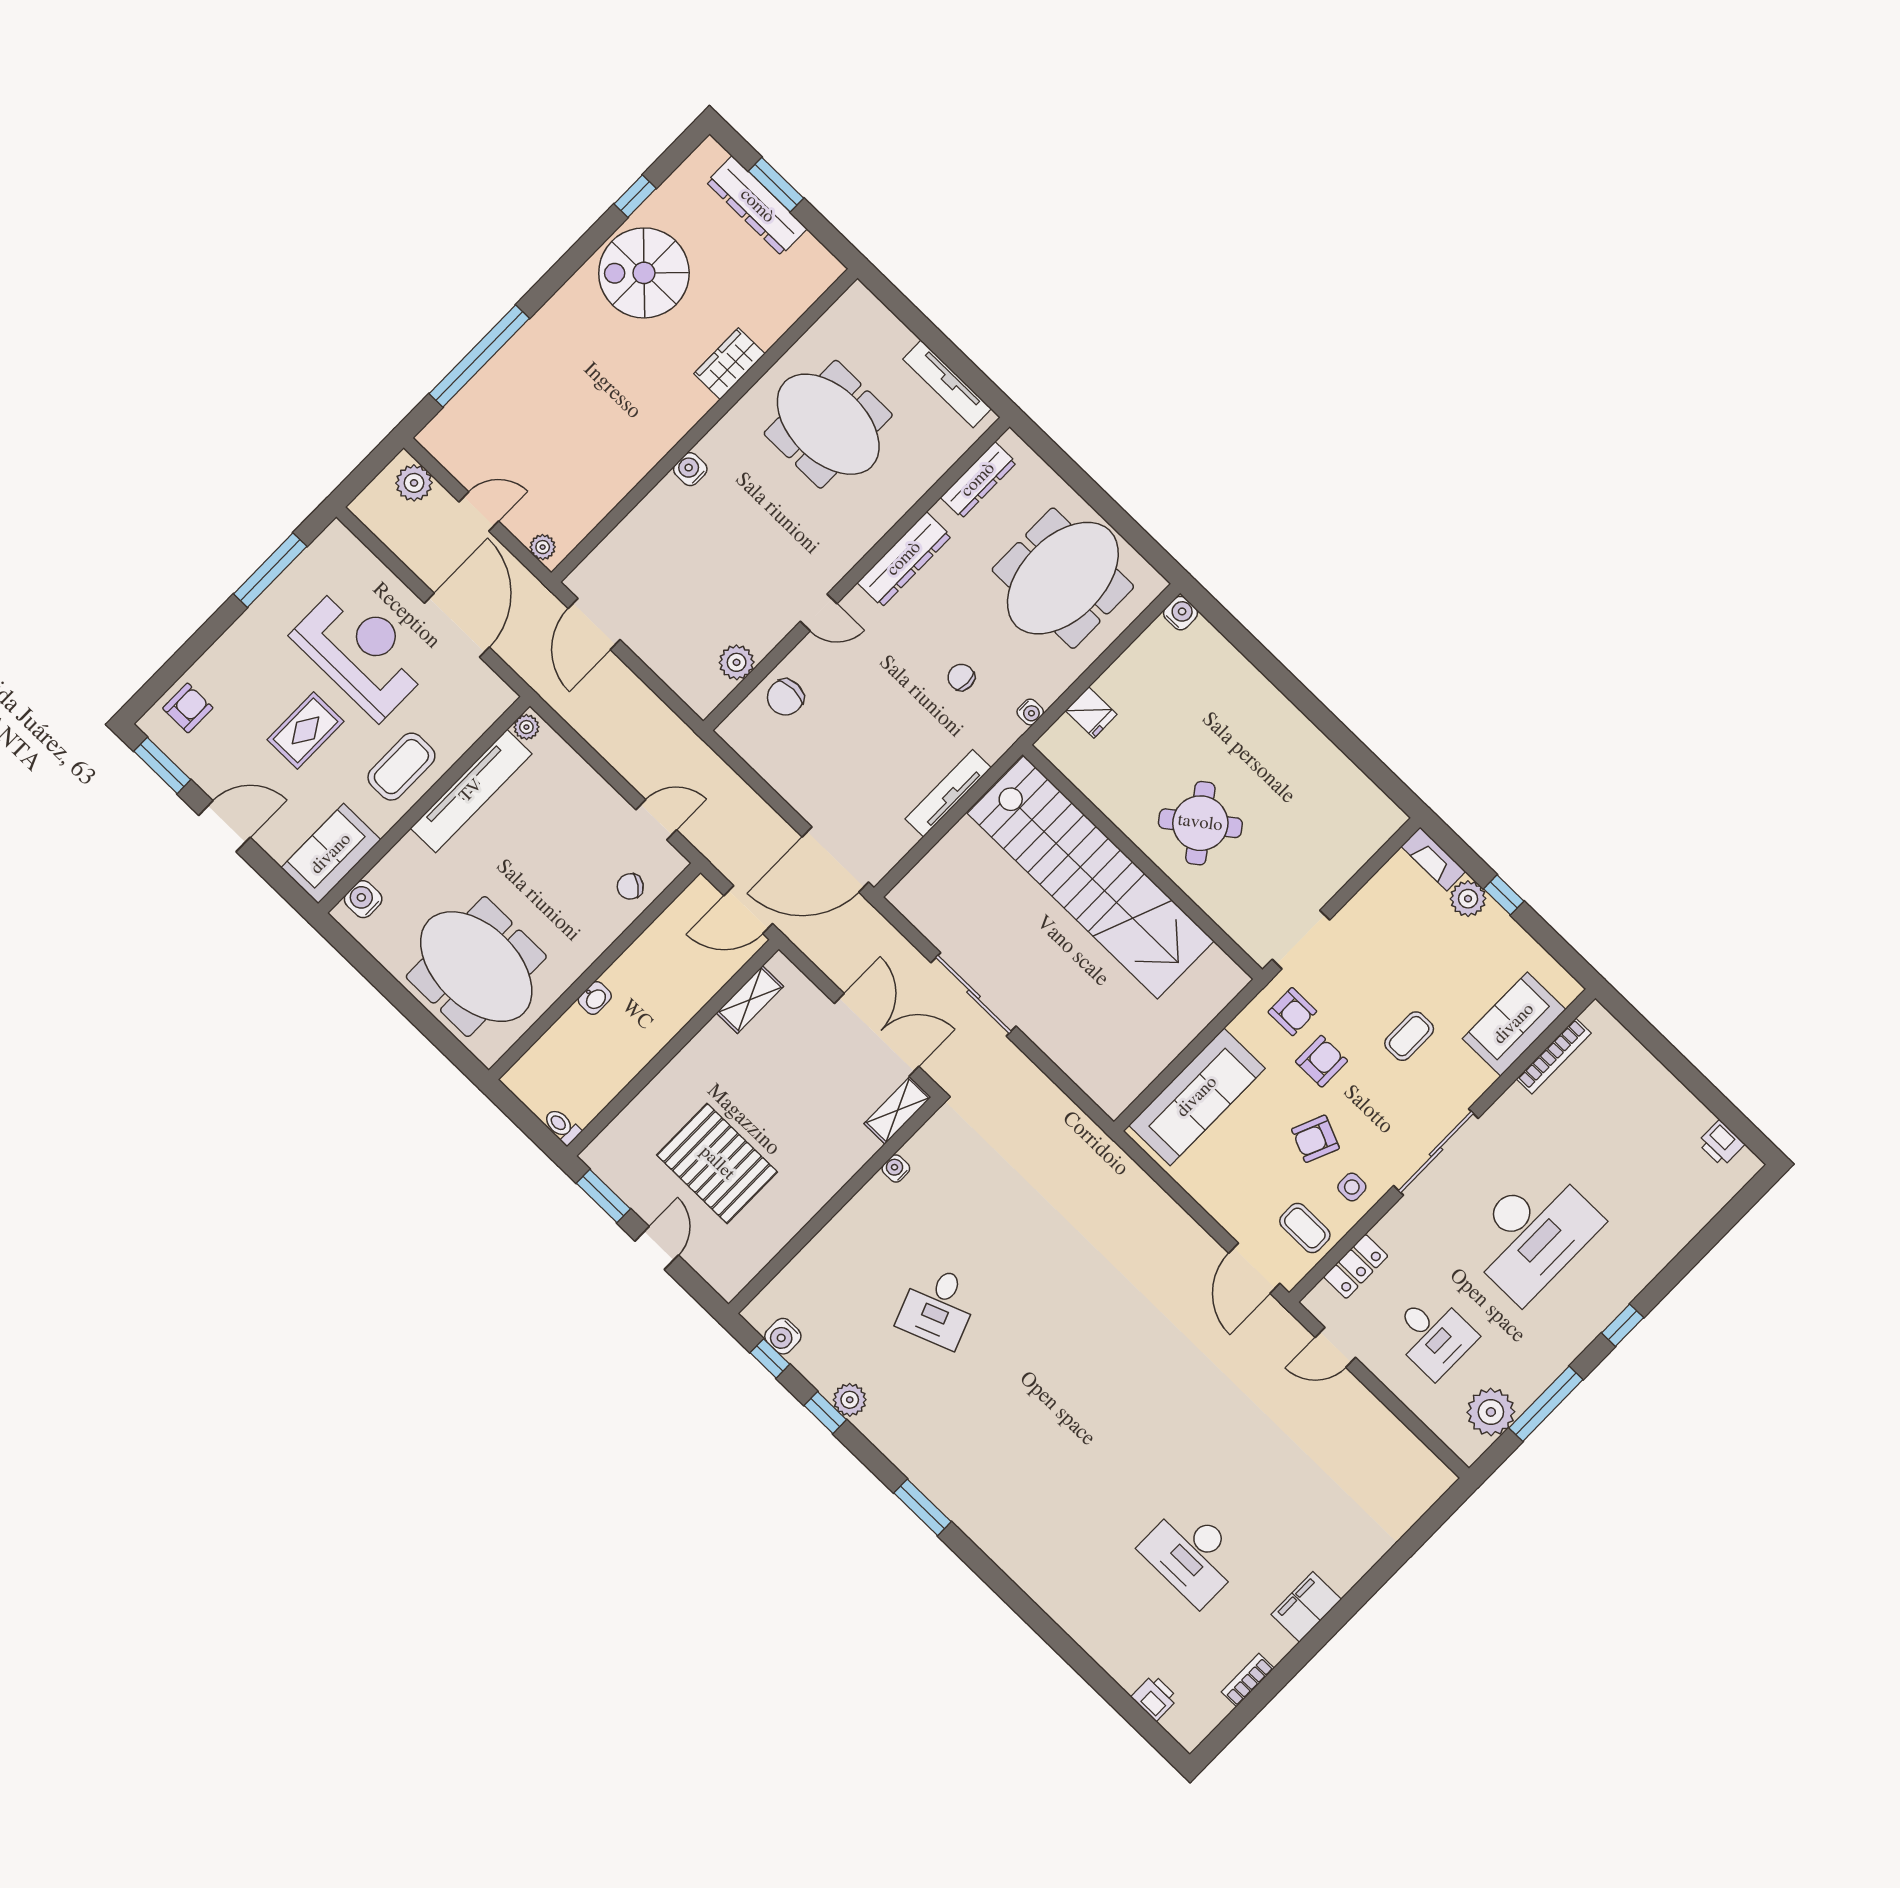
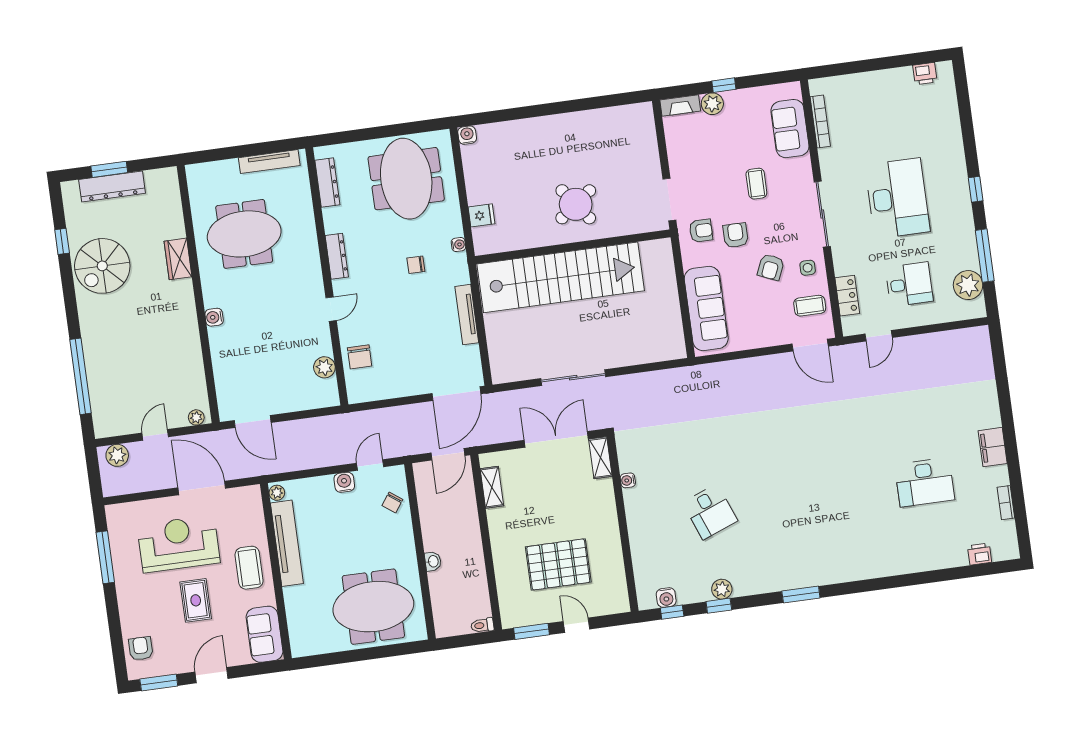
dresser: (904, 559) -> (337, 256), width x0.73, depth x0.80
water cooler: (363, 899) -> (344, 482), moved, turned 90

